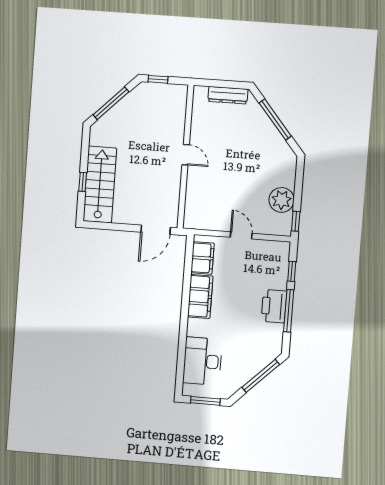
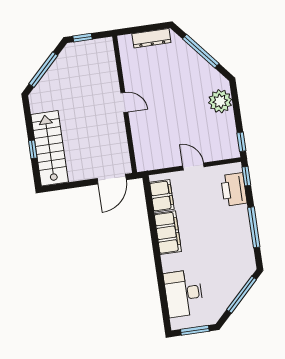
plant: (282, 200) -> (220, 101), moved
window: (292, 271) -> (246, 176), moved
printer: (274, 306) -> (234, 189), moved

